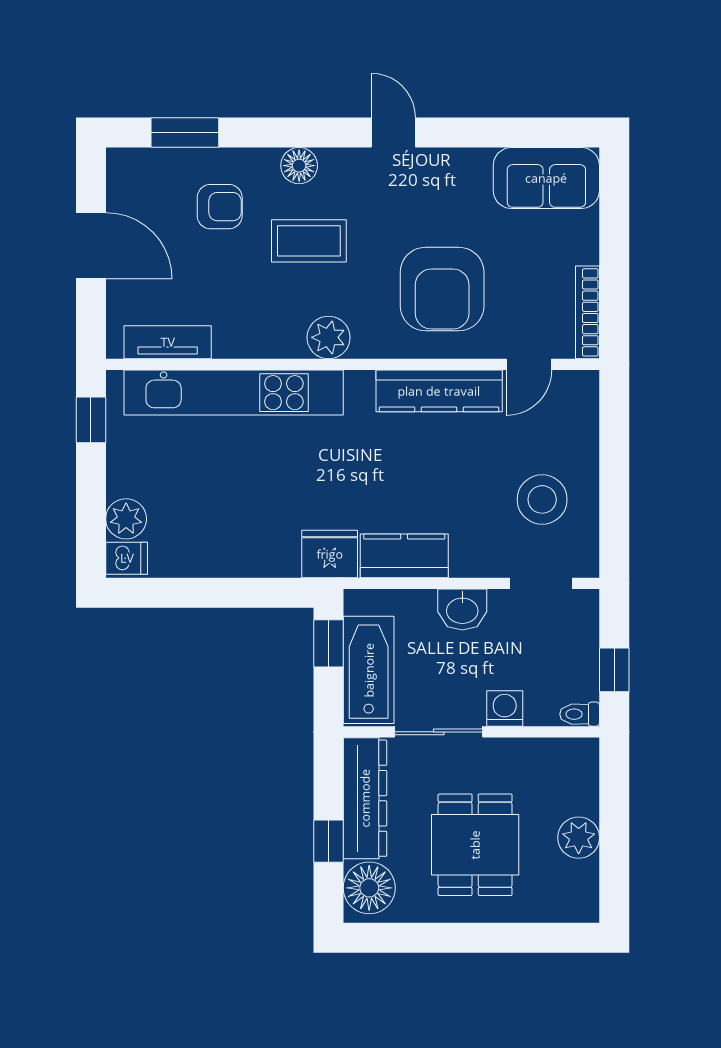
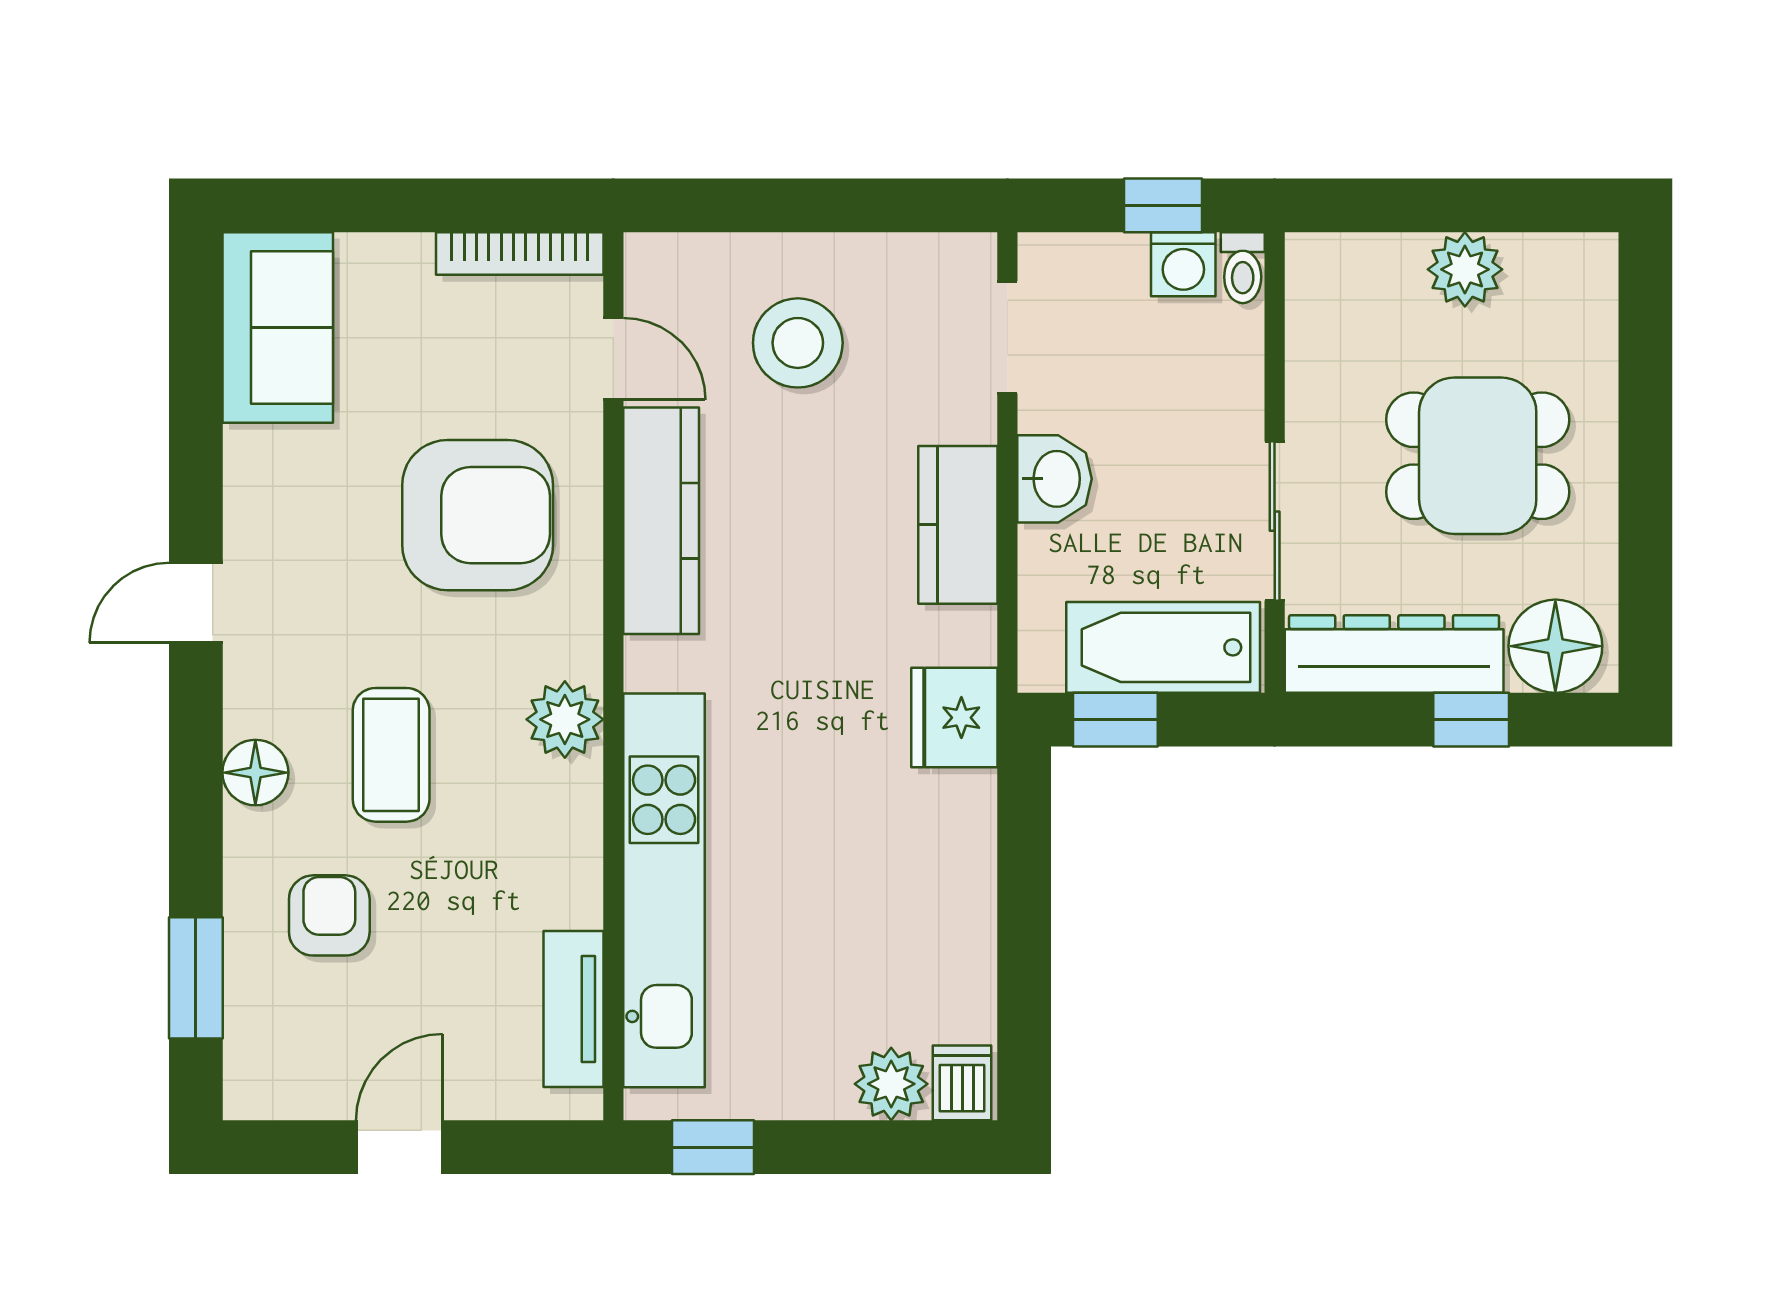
door: (91, 246) -> (399, 1147), width x0.73
stool: (542, 499) -> (798, 343), moved
kitchen counter: (404, 556) -> (958, 525), moved
washing machine: (505, 708) -> (1183, 264), moved, turned -90

